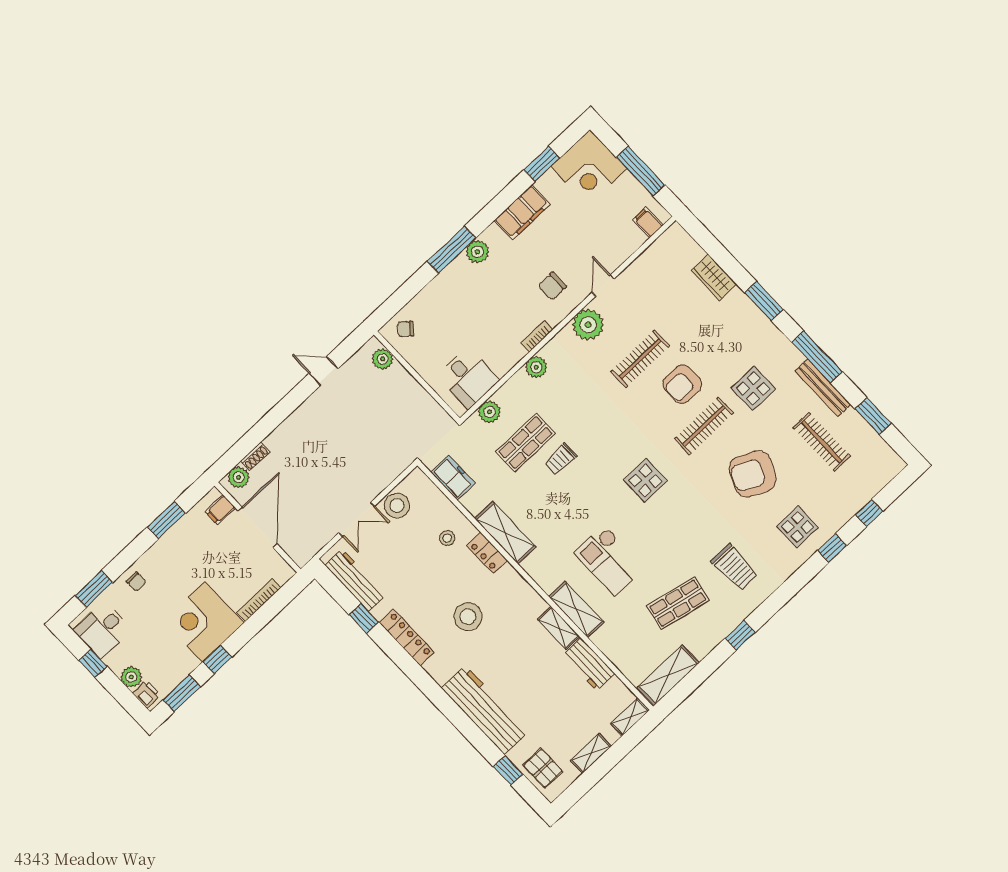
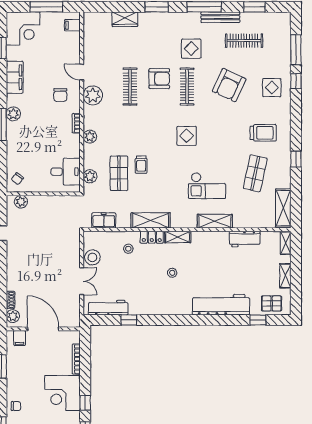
armchair: (682, 384) -> (159, 79), turned -90
window: (869, 513) -> (296, 50), width x2.17
stool: (468, 617) -> (172, 273), width x0.53, depth x0.53
shelving: (559, 628) -> (178, 237), moved
locker: (407, 637) -> (155, 309), removed

